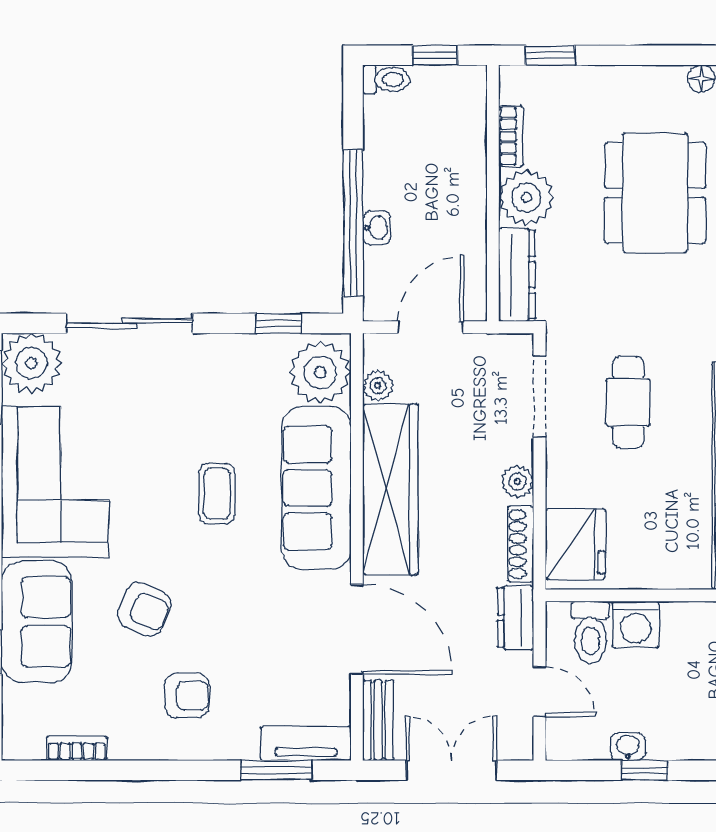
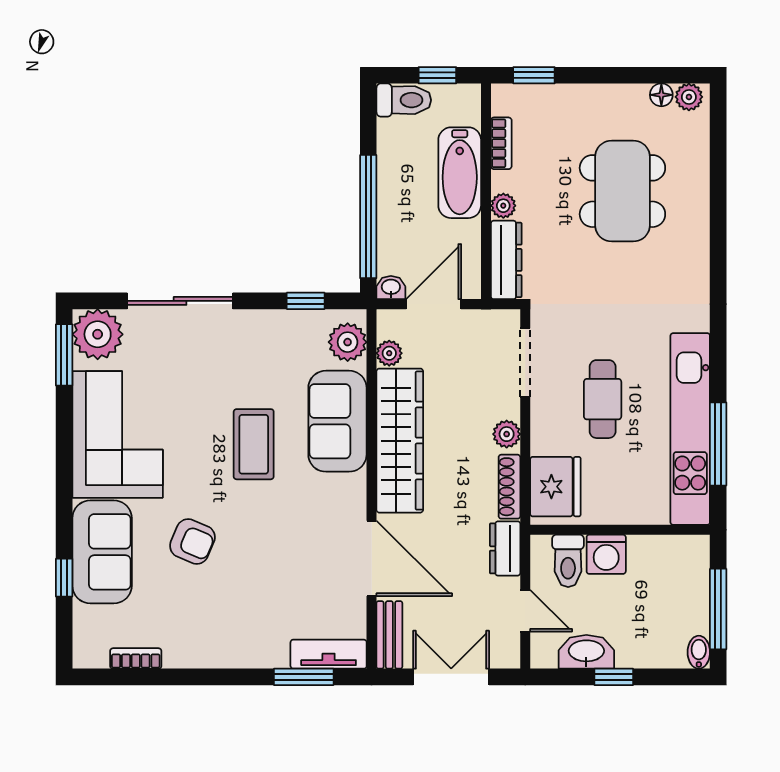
toilet: (386, 79) -> (404, 100), width x1.37, depth x1.39
bathtub: (462, 171) -> (460, 173), added
plant: (526, 197) -> (503, 206), width x0.53, depth x0.53
washbasin: (377, 228) -> (391, 288), moved, turned -90
plant: (320, 372) -> (348, 342), width x0.73, depth x0.73
cafe table: (628, 402) -> (603, 399), moved
sofa: (316, 488) -> (337, 421), width x0.73
coffee table: (217, 494) -> (254, 444), width x1.36, depth x1.30
armchair: (187, 696) -> (229, 614), removed
washbasin: (628, 747) -> (586, 652), width x1.91, depth x1.45

